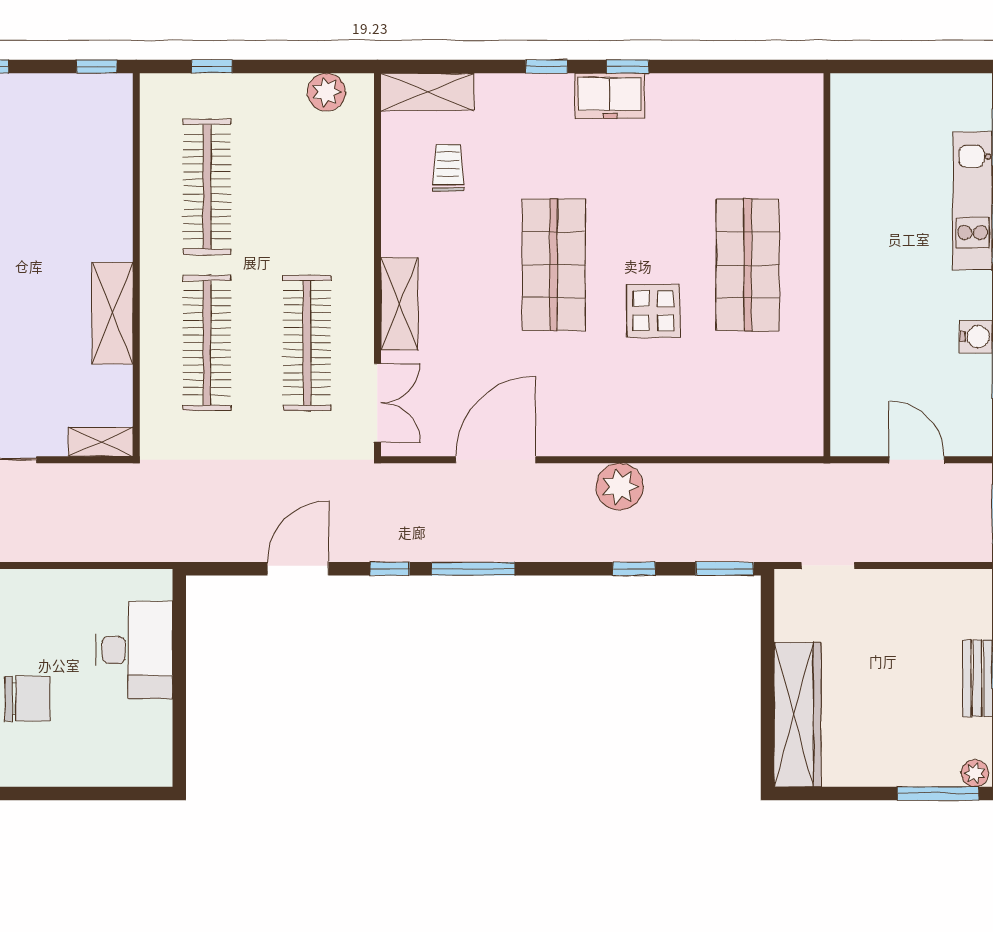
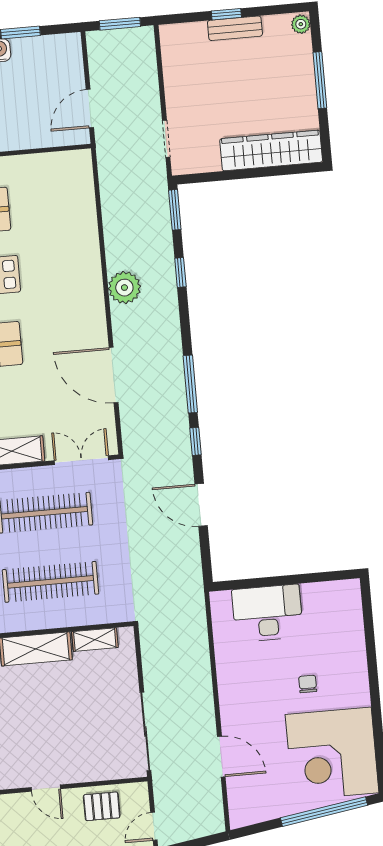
shelving: (101, 442) -> (95, 640), moved, turned 90
door: (917, 460) -> (90, 109), moved
chair: (27, 699) -> (308, 684), width x0.54, depth x0.54
window: (938, 794) -> (320, 80), moved

